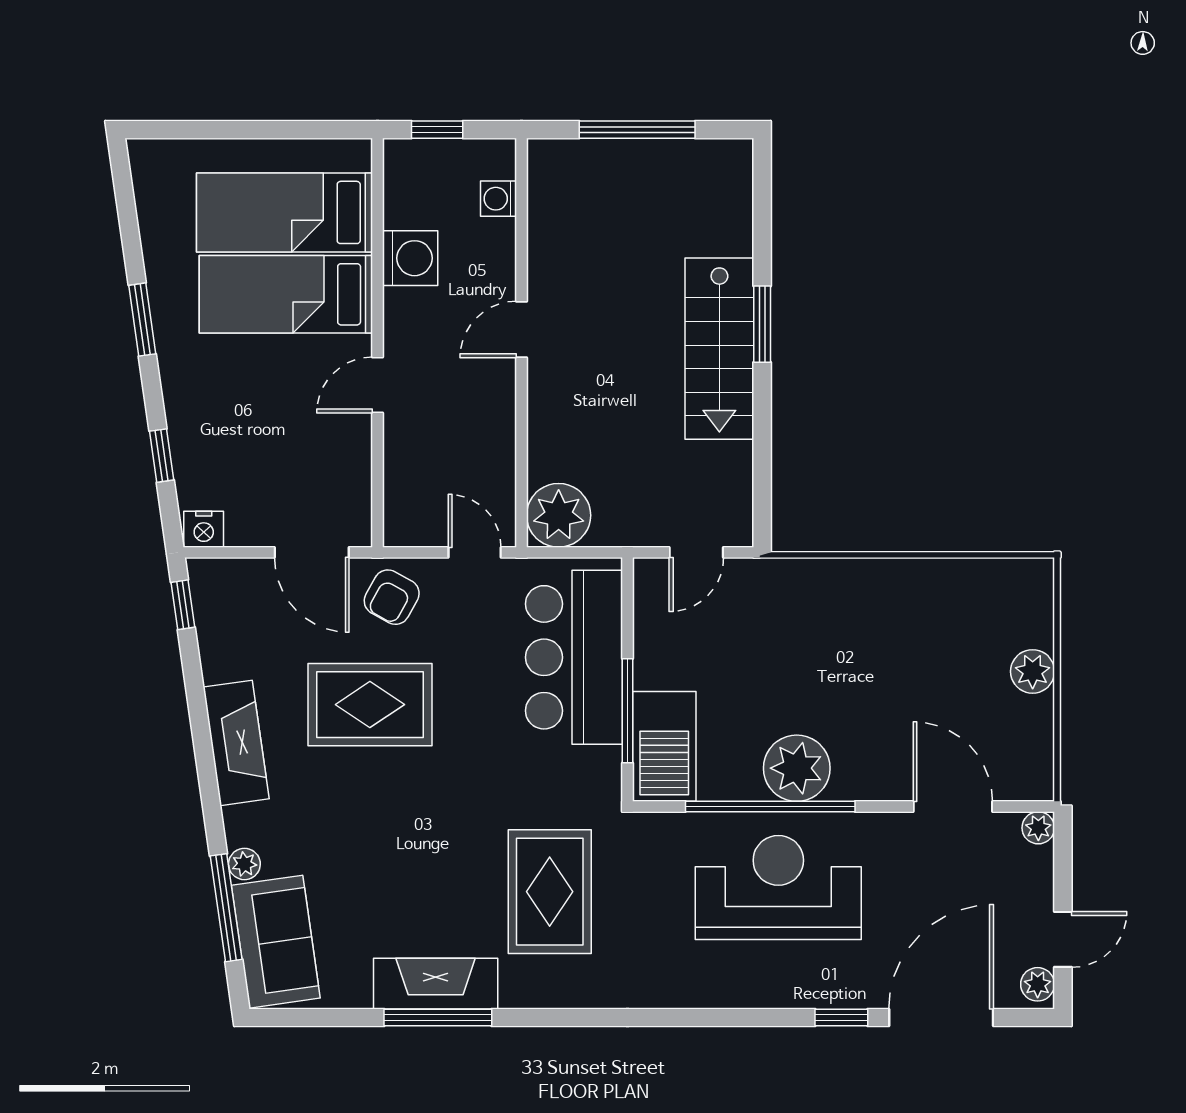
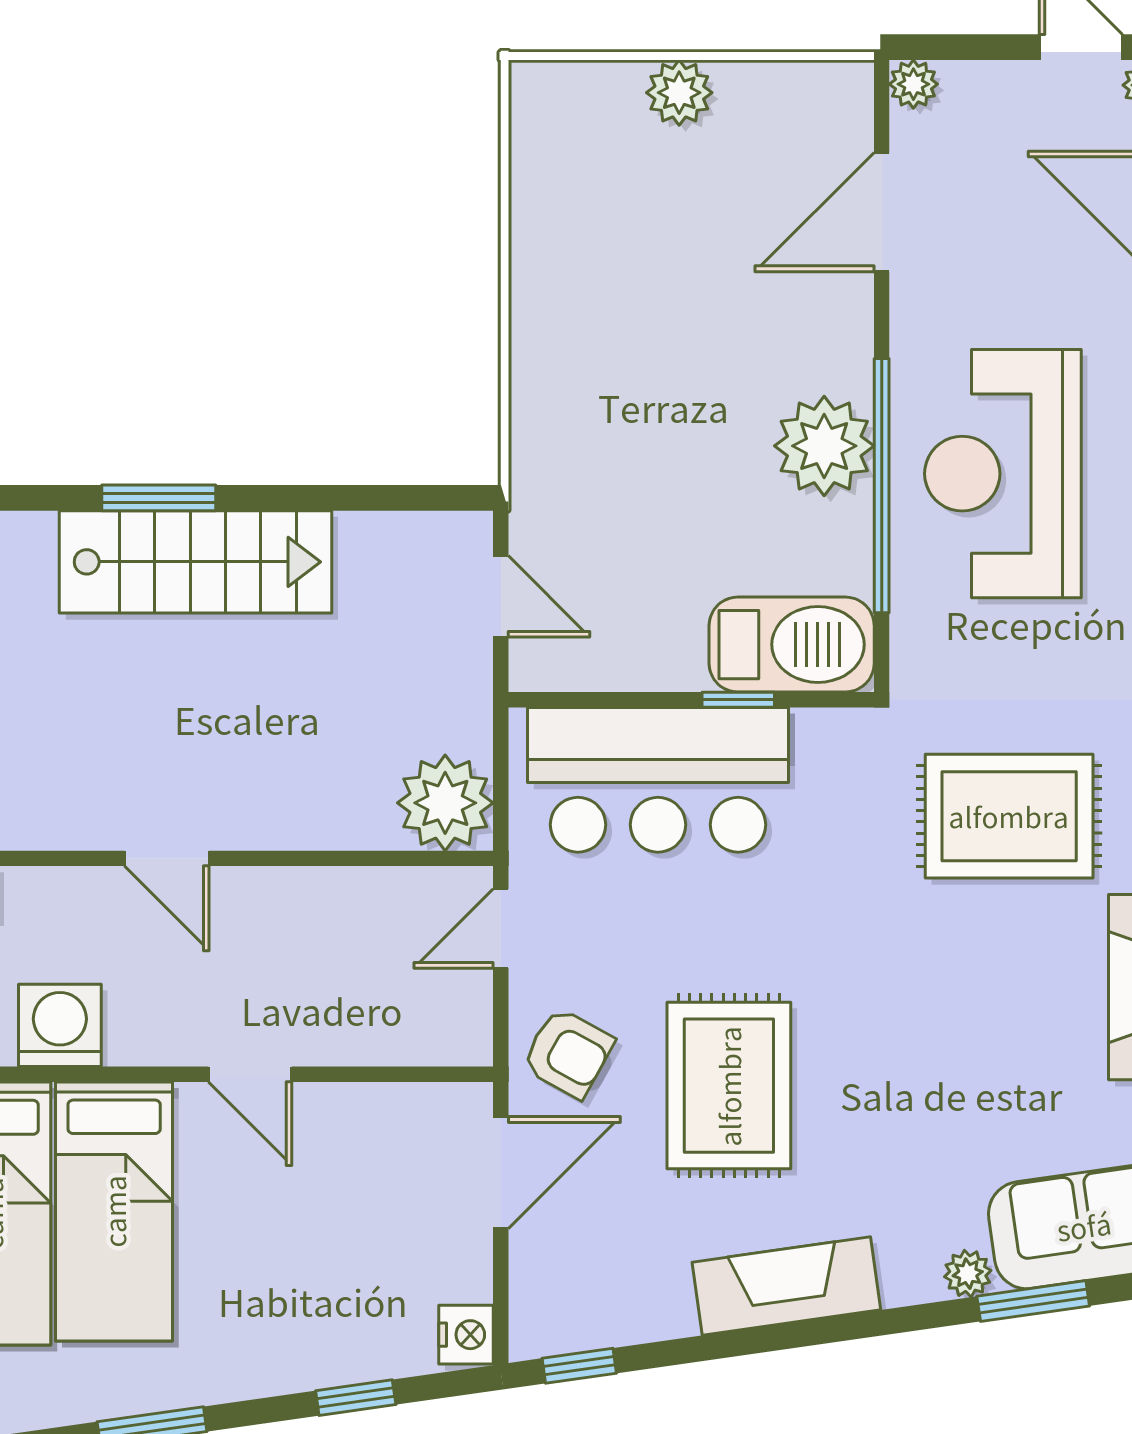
window: (627, 711) -> (738, 700), width x0.46
window: (226, 908) -> (1033, 1301), width x0.69

